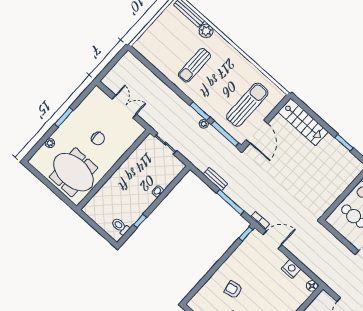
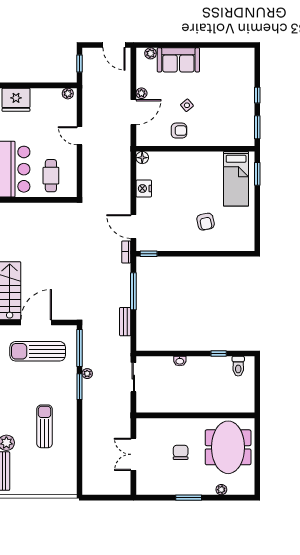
sun lounger: (194, 65) -> (45, 426), turned -90
door: (257, 132) -> (36, 322), moved
sliding door: (166, 144) -> (133, 377), moved

